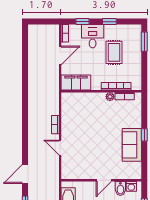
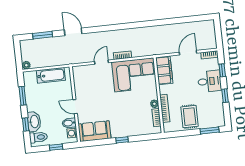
rug: (114, 52) -> (190, 117), moved, turned 90
door: (60, 55) -> (188, 53), swing flipped
corner sofa: (77, 115) -> (134, 75), added
sofa: (132, 145) -> (95, 131), moved

